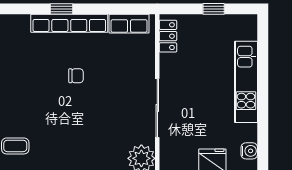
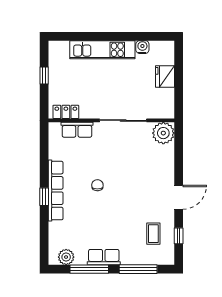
row of seats: (129, 24) -> (77, 130), moved, turned 90
water cooler: (249, 151) -> (142, 47), moved

